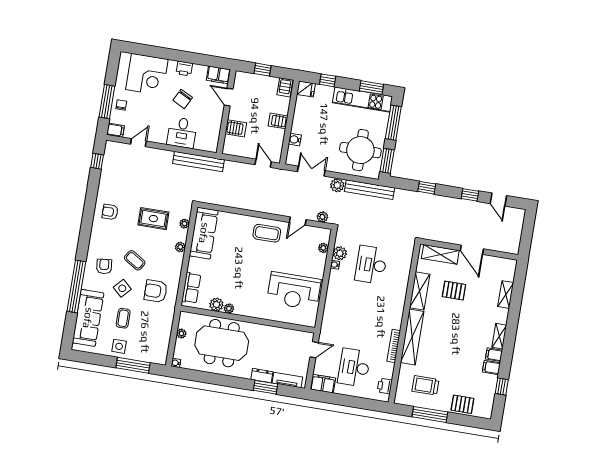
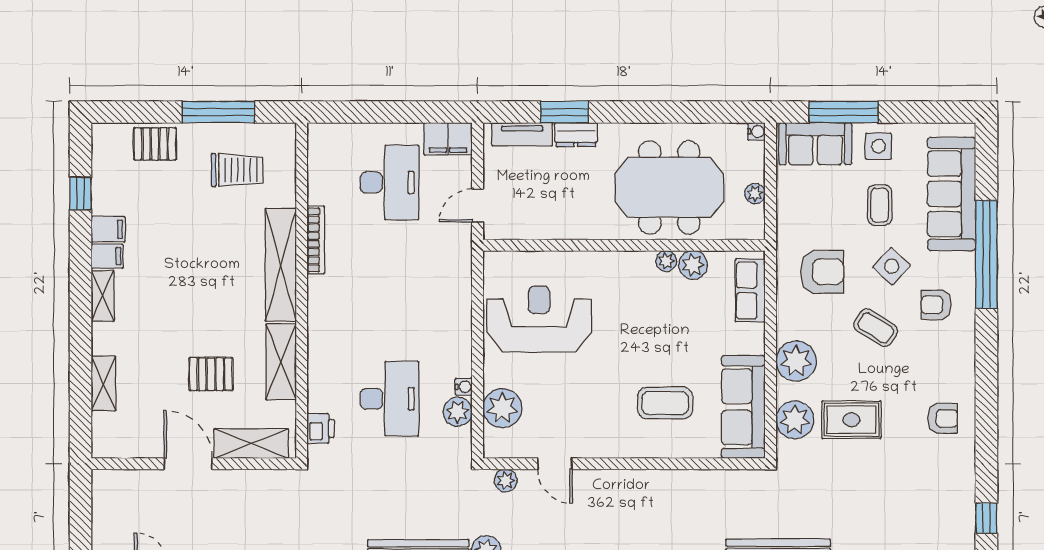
door: (298, 221) -> (555, 464), swing flipped
plant: (185, 224) -> (795, 420), width x1.87, depth x1.87
coffee table: (267, 233) -> (665, 403), moved
plant: (180, 247) -> (796, 361), width x1.88, depth x1.88
plant: (323, 248) -> (502, 408), width x1.87, depth x1.87
armchair: (104, 266) -> (936, 305), turned 96
sofa: (149, 352) -> (815, 144), added
printer: (385, 386) -> (321, 428), moved

